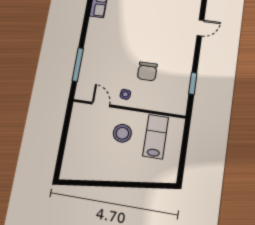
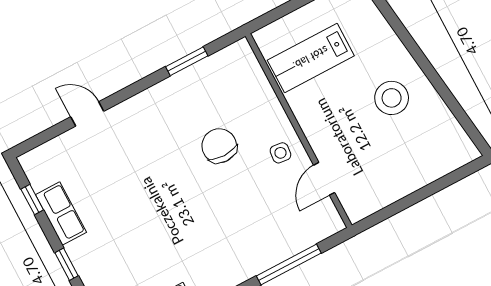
chair: (147, 71) -> (219, 146), turned -90
stool: (122, 133) -> (392, 98), moved

